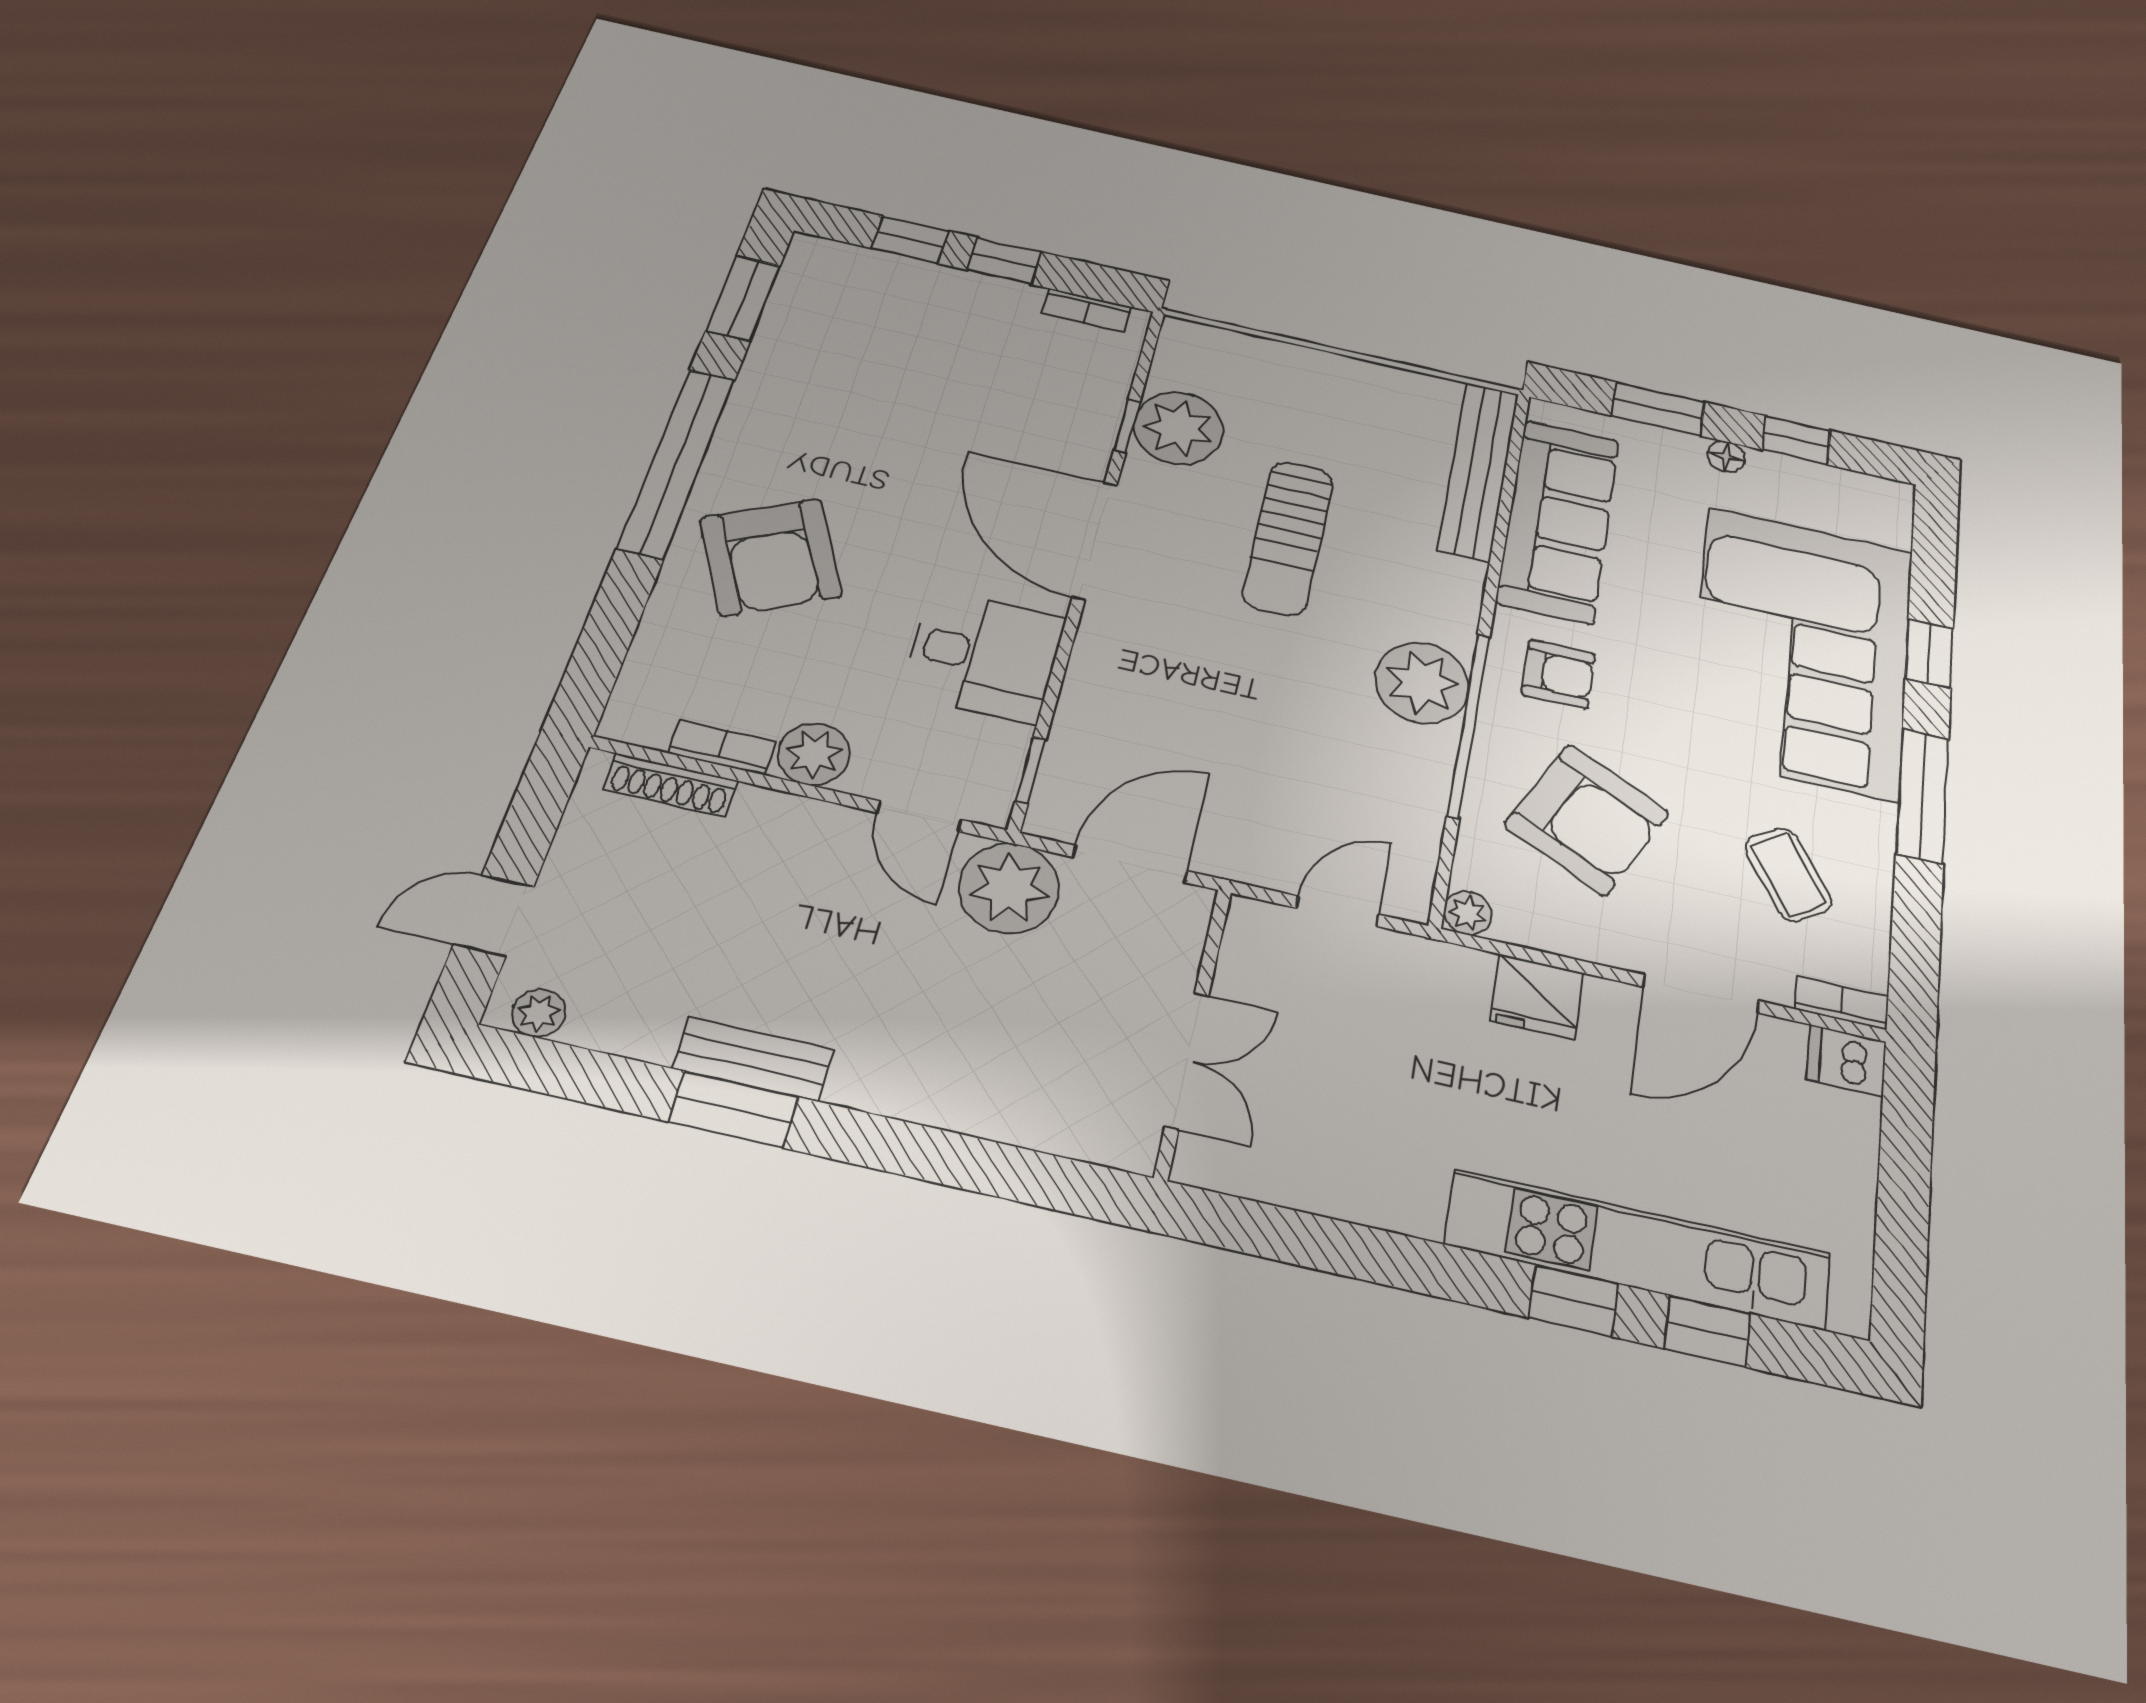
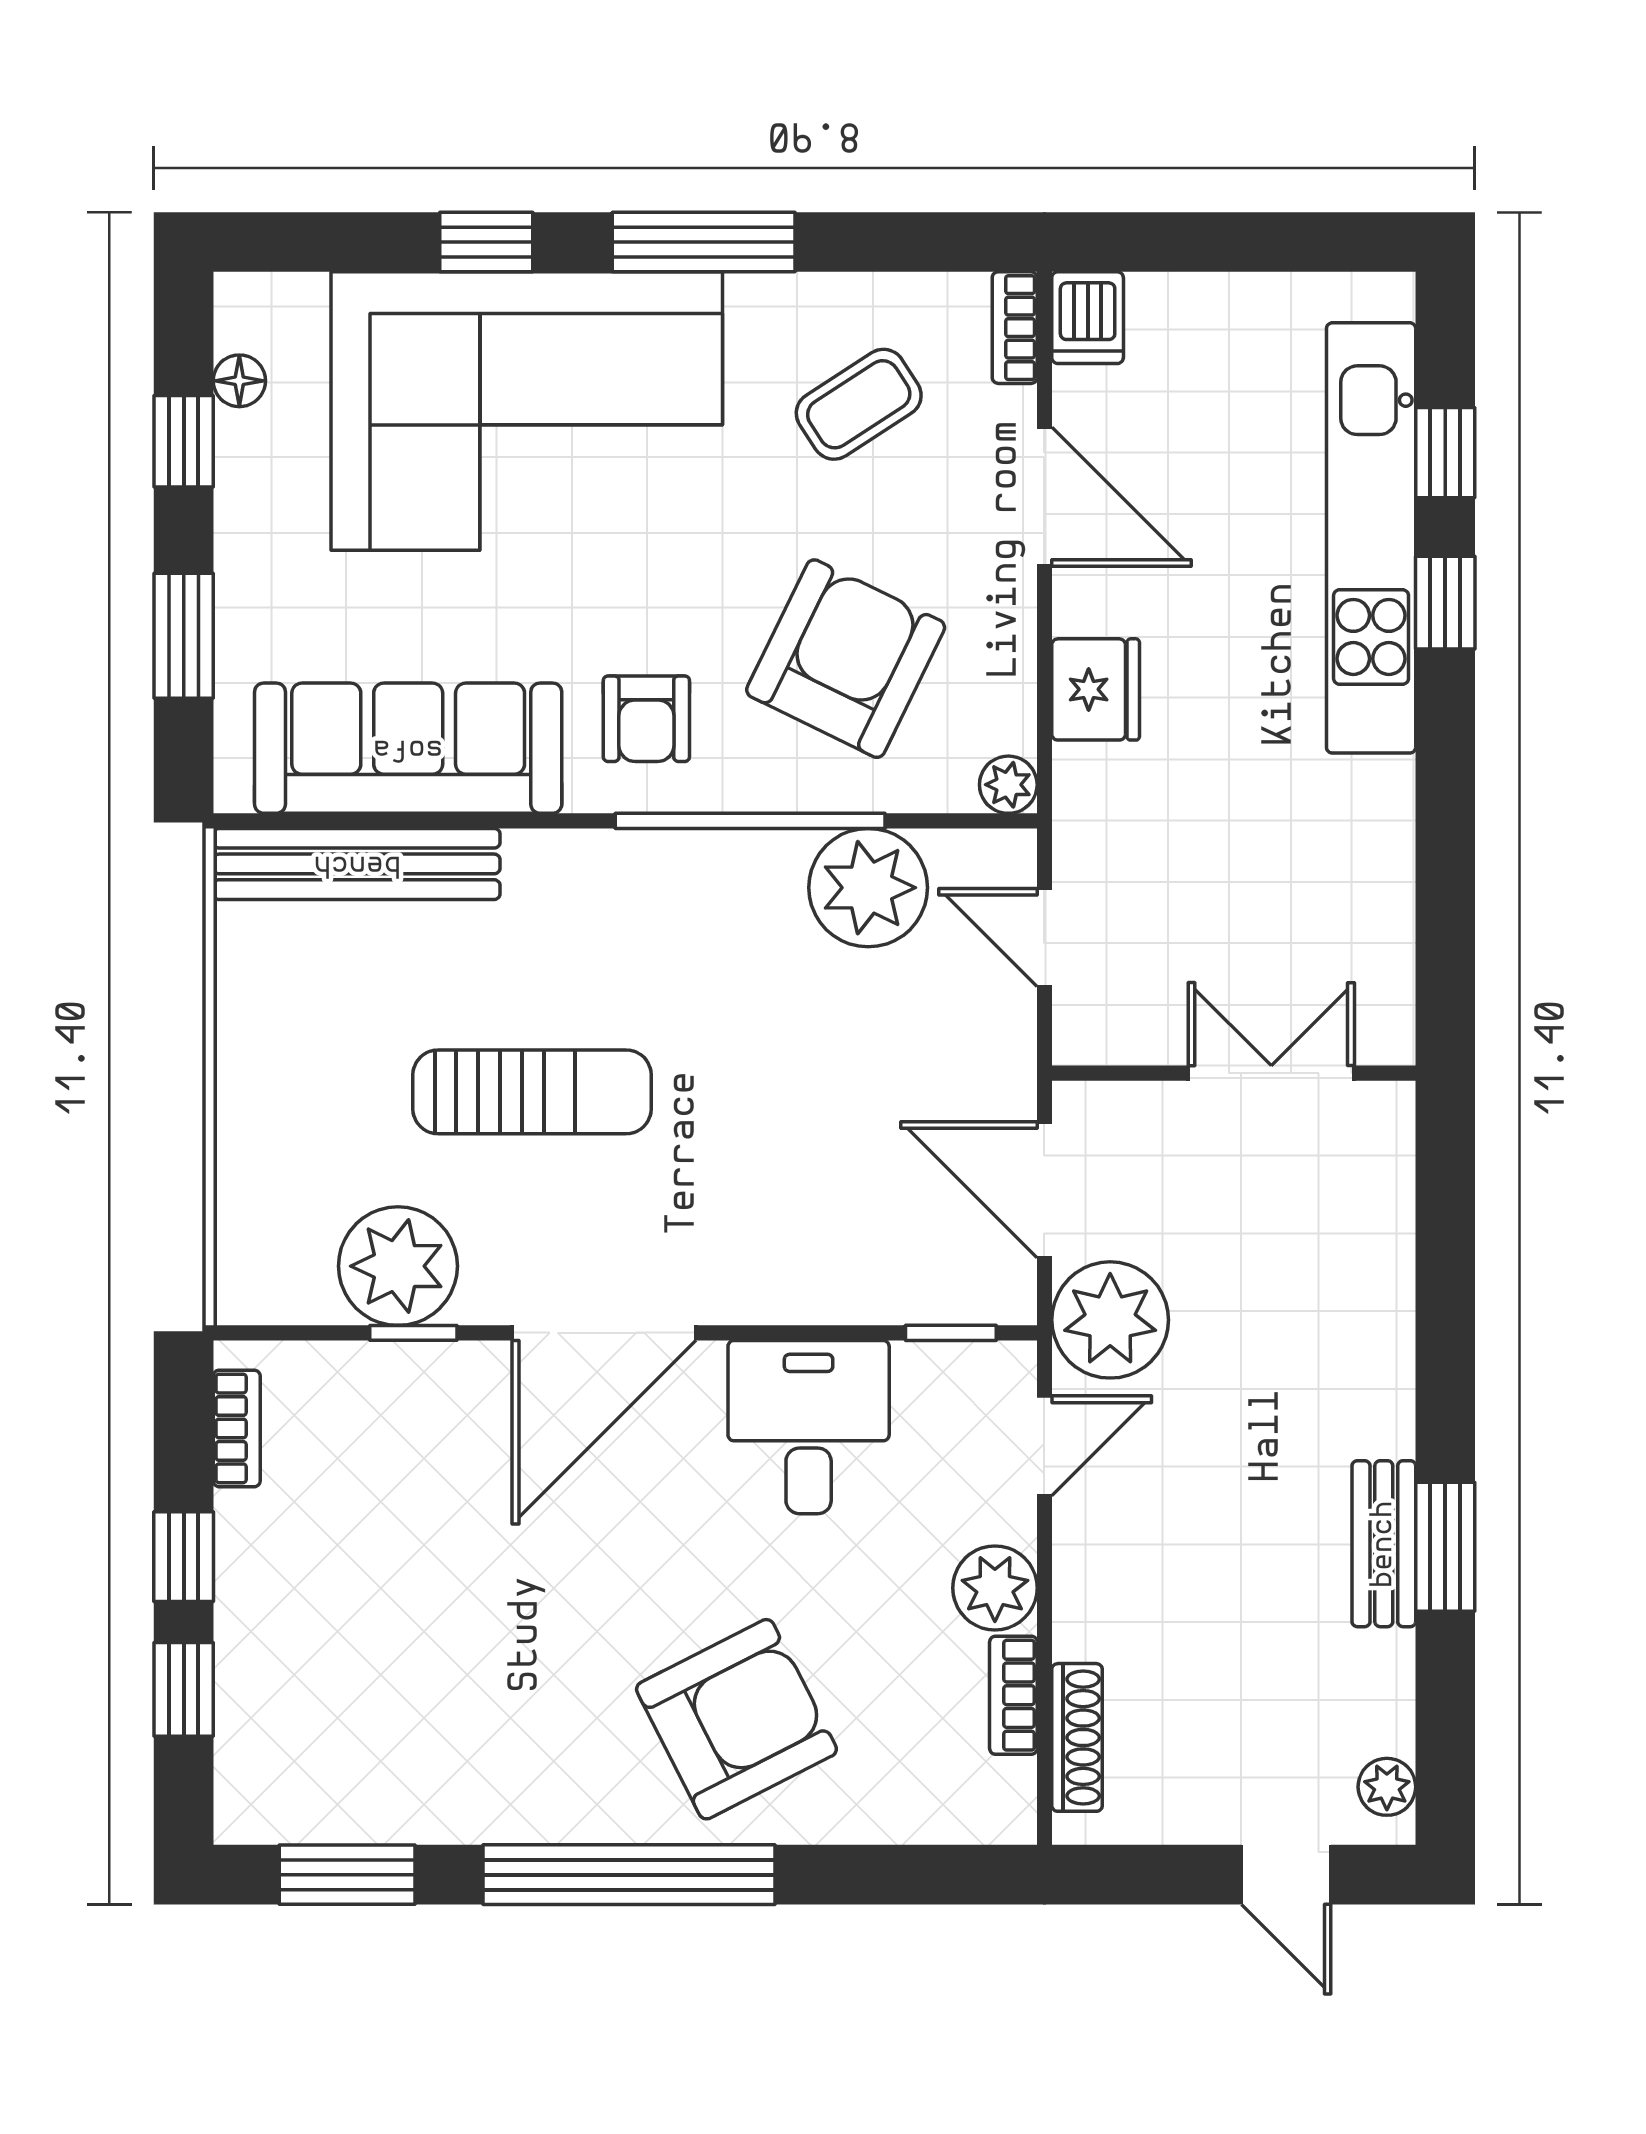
floor lamp: (1726, 457) -> (239, 381), moved
armchair: (1558, 674) -> (646, 719), turned 180
plant: (1422, 683) -> (868, 888), moved

